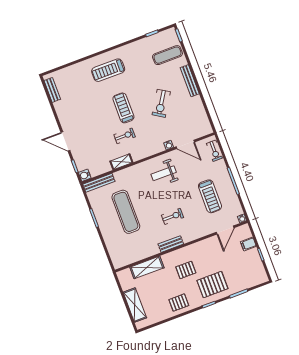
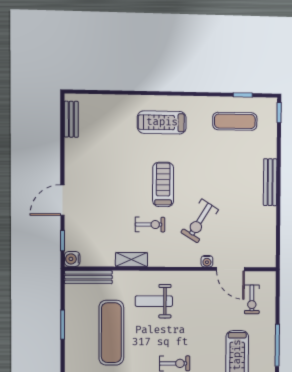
exercise mat: (167, 55) -> (235, 121), moved
exercise bike: (161, 103) -> (200, 221), moved
door: (65, 141) -> (62, 200), hinge flipped
exercise bike: (214, 151) -> (252, 299), moved
weight bench: (164, 173) -> (154, 301), moved

